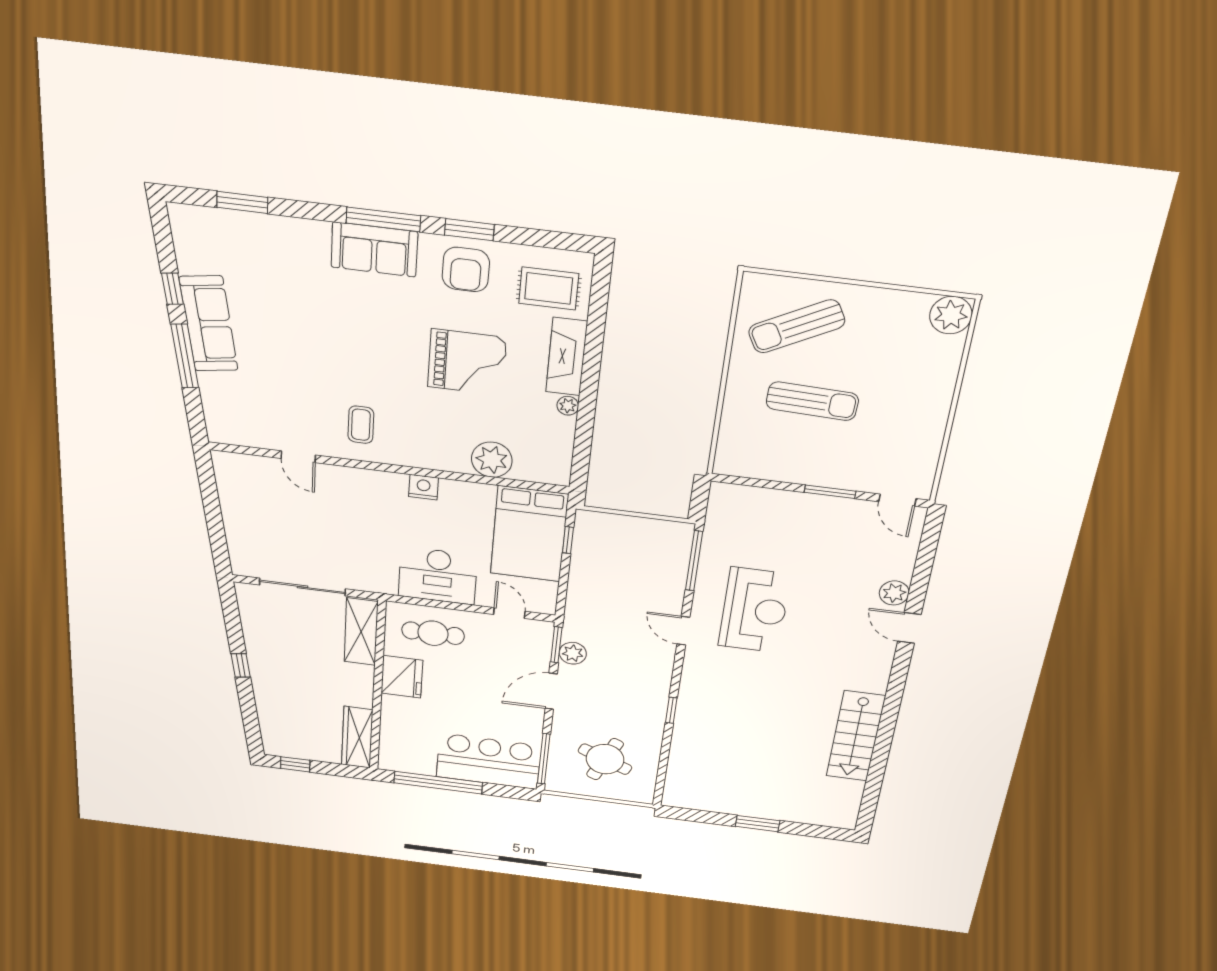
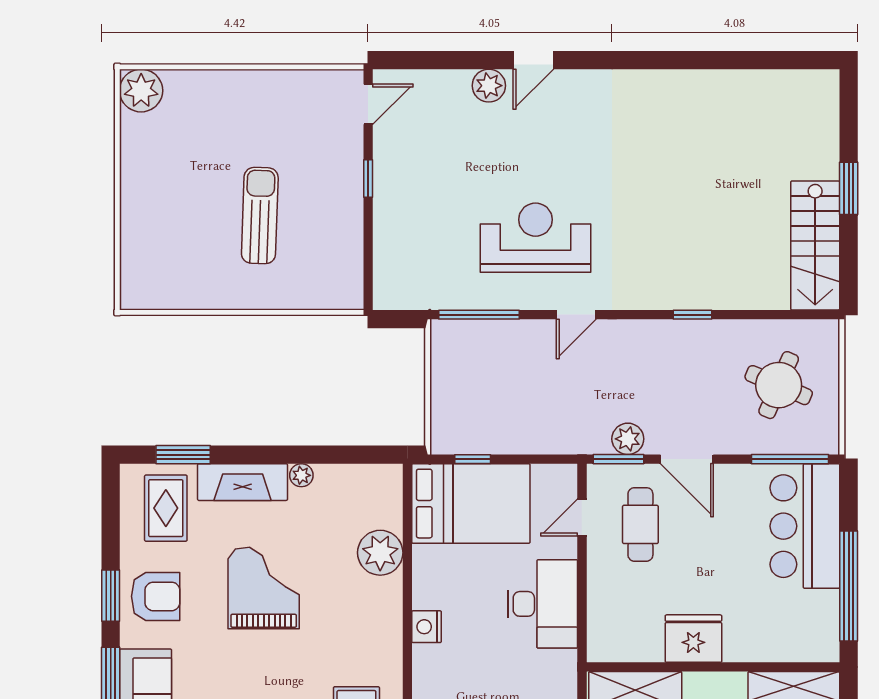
window: (598, 309) -> (183, 455), added
sun lounger: (797, 326) -> (175, 246), removed
window: (830, 492) -> (368, 178), width x0.67
cafe table: (433, 633) -> (640, 524), moved
stairs: (856, 736) -> (815, 245), moved, turned 90

